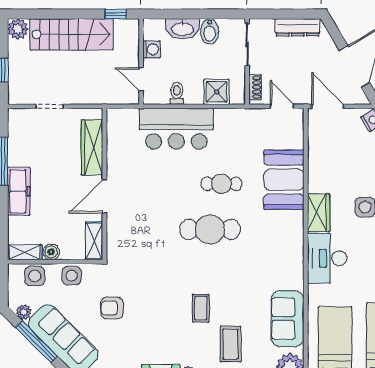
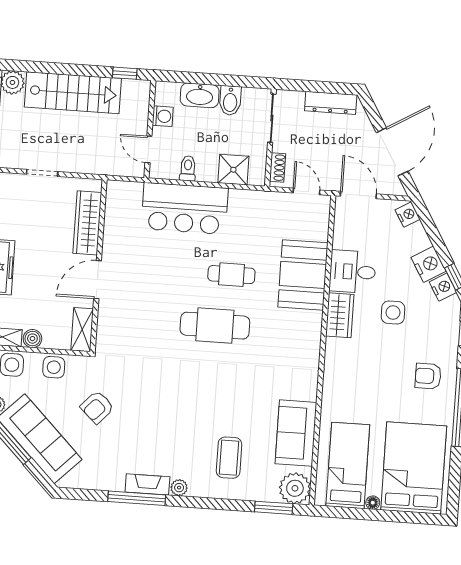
desk: (327, 258) -> (353, 272), moved, width x0.73
armchair: (112, 308) -> (97, 407), turned -47
coffee table: (201, 308) -> (198, 415), removed

